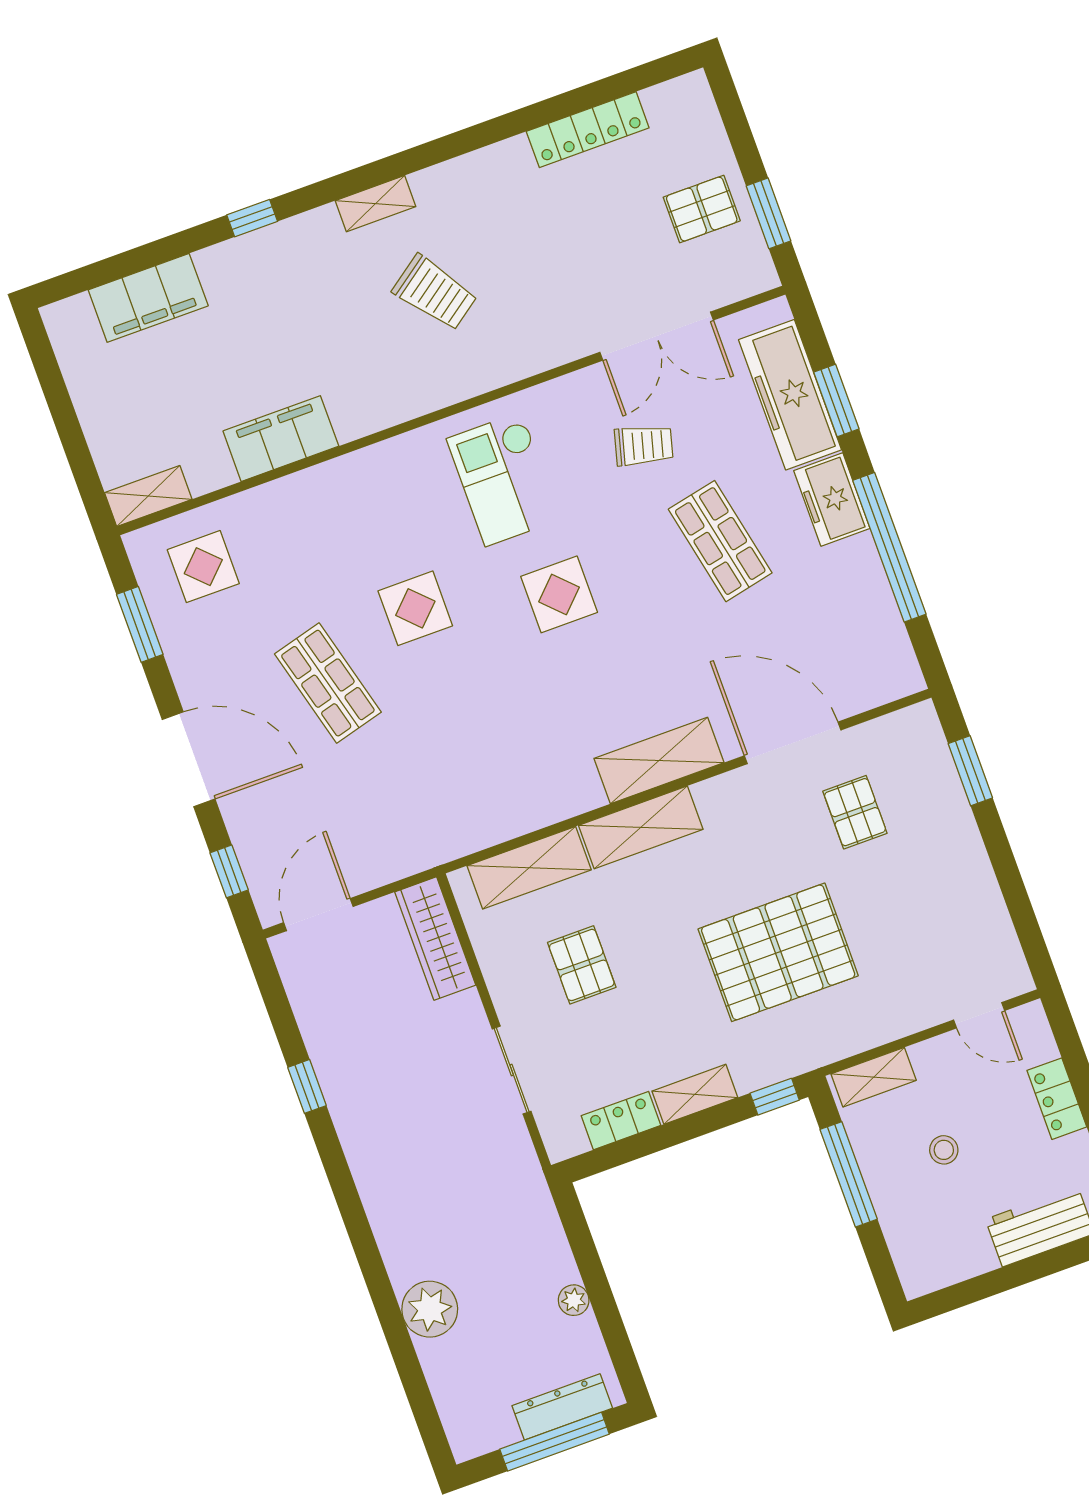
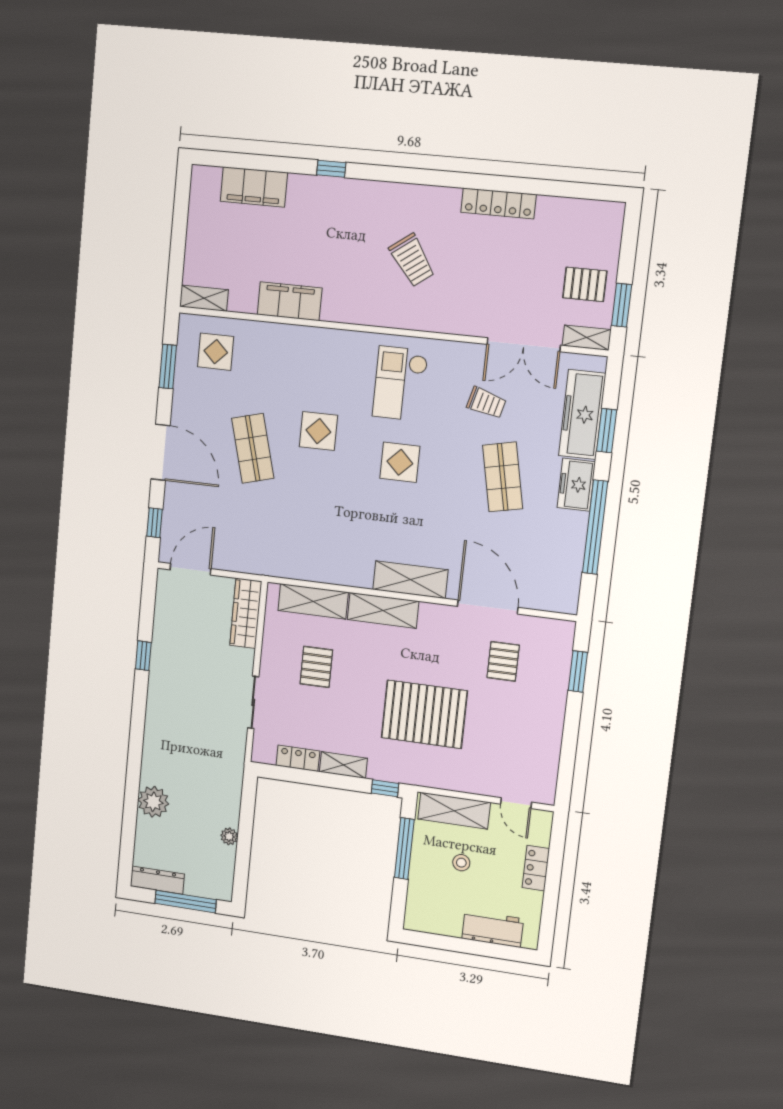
locker: (588, 130) -> (499, 203), moved
shelving: (375, 204) -> (587, 338), moved
shelving: (874, 1077) -> (454, 811), width x1.50, depth x1.33
dresser: (562, 1407) -> (157, 880), moved

